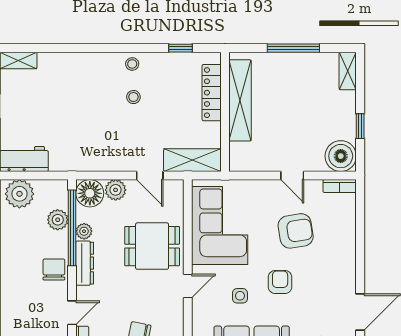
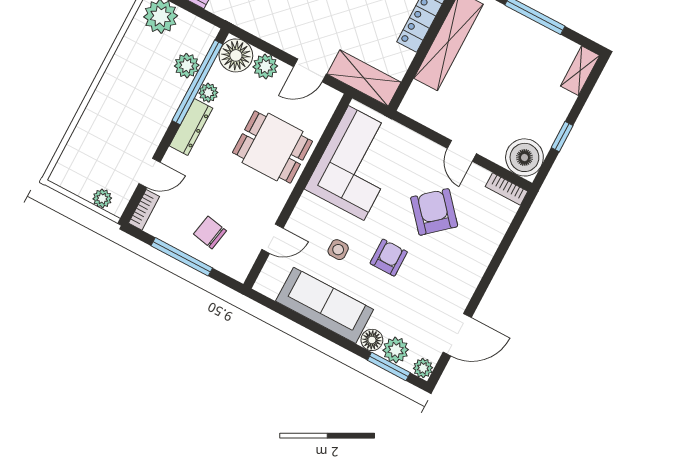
door: (150, 176) -> (310, 70), hinge flipped
armchair: (296, 231) -> (434, 212), turned -122
chair: (54, 269) -> (155, 117), removed
door: (188, 286) -> (272, 239), moved

